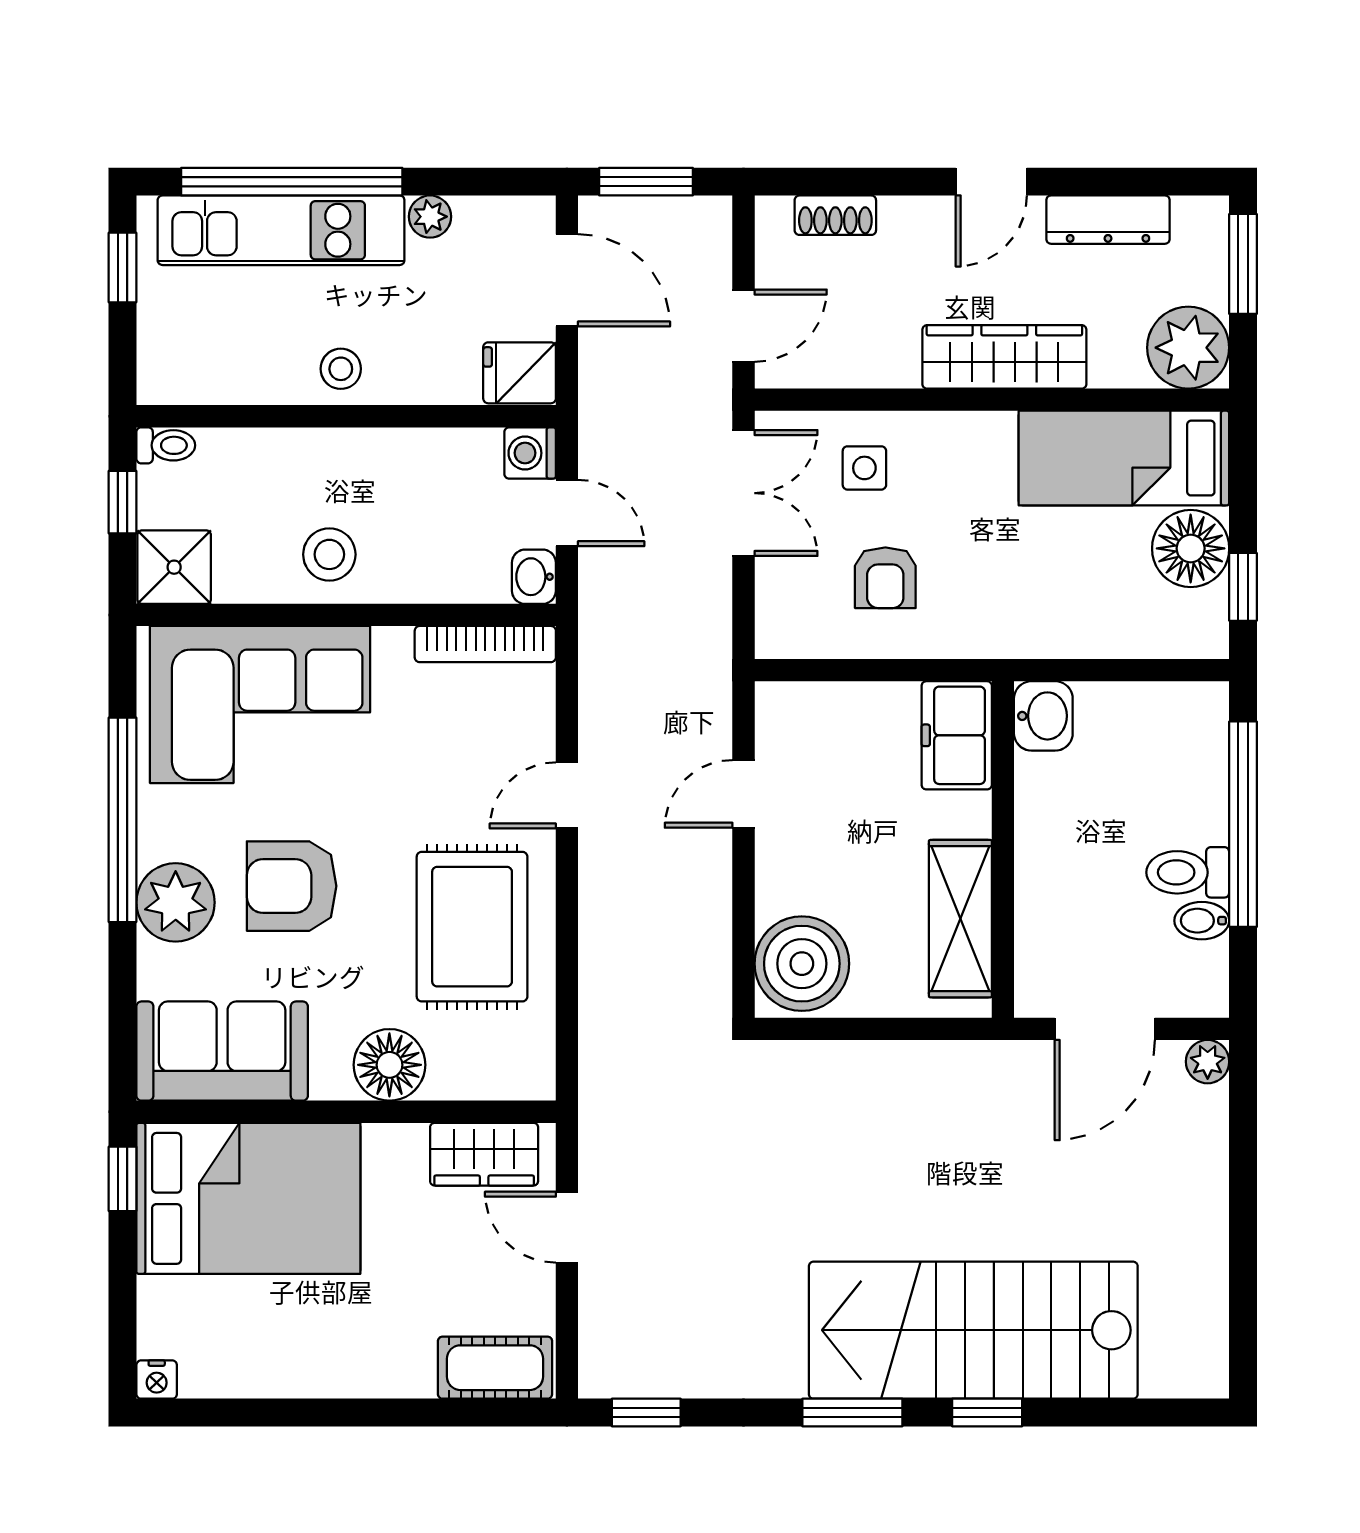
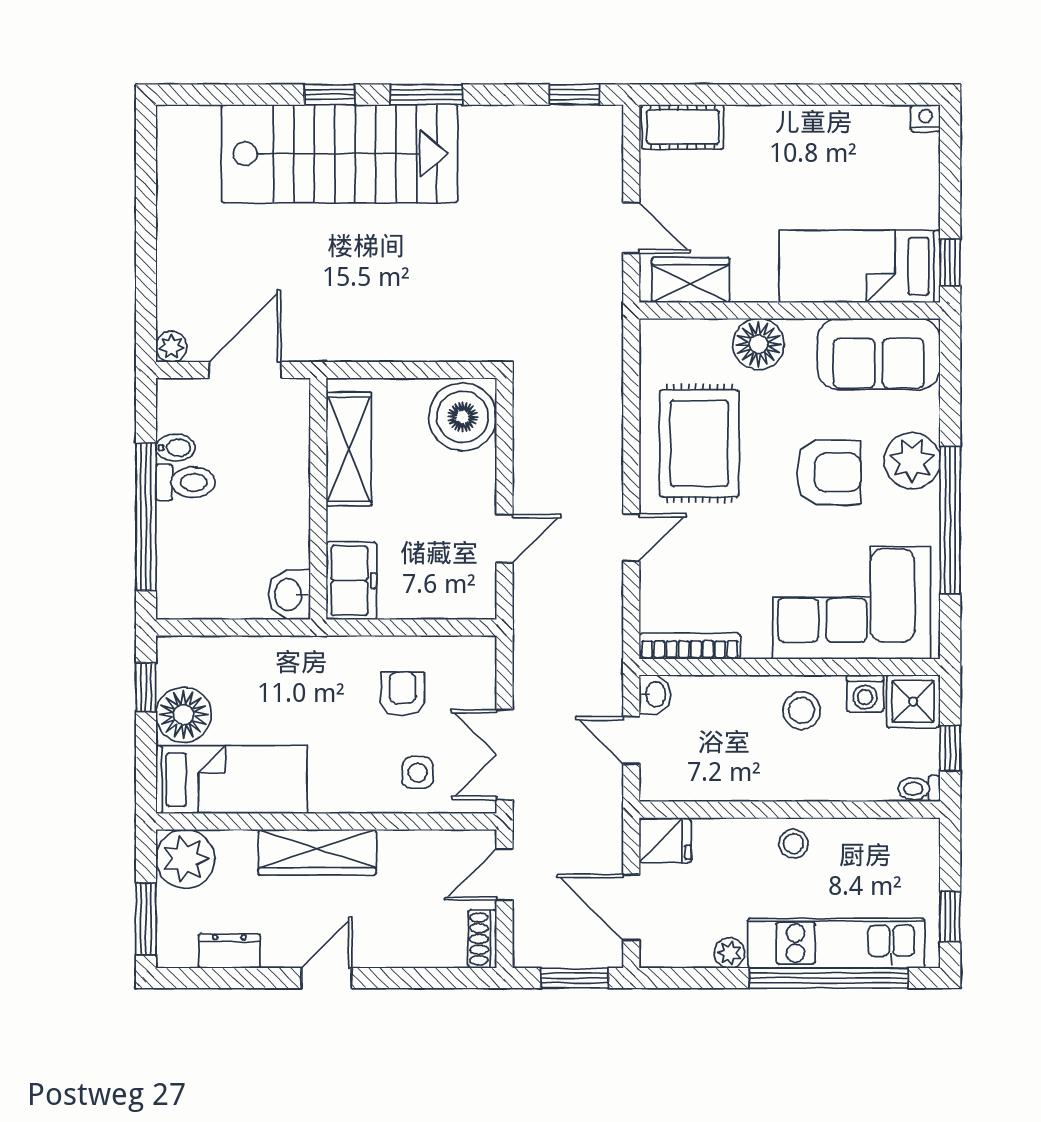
shoe rack: (835, 215) -> (482, 939), moved, turned -90
dresser: (1108, 220) -> (229, 951), width x0.70
washing machine: (530, 453) -> (865, 693), moved, turned 90
bed: (248, 1198) -> (860, 266), width x0.67

